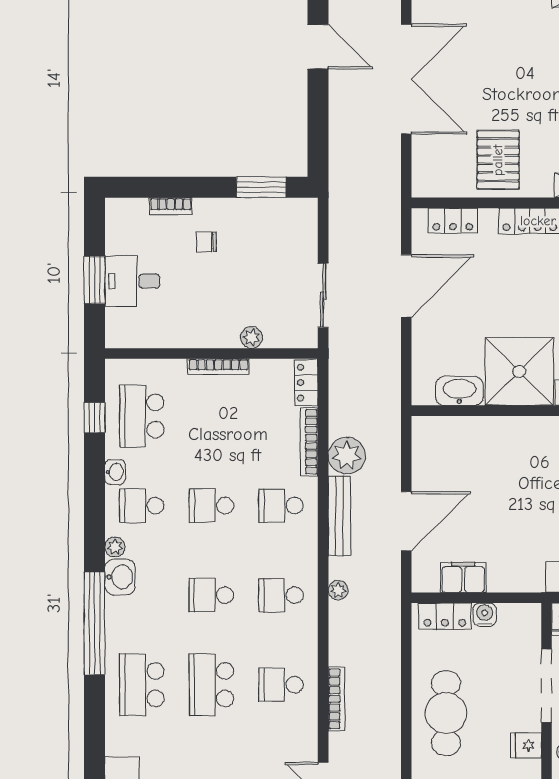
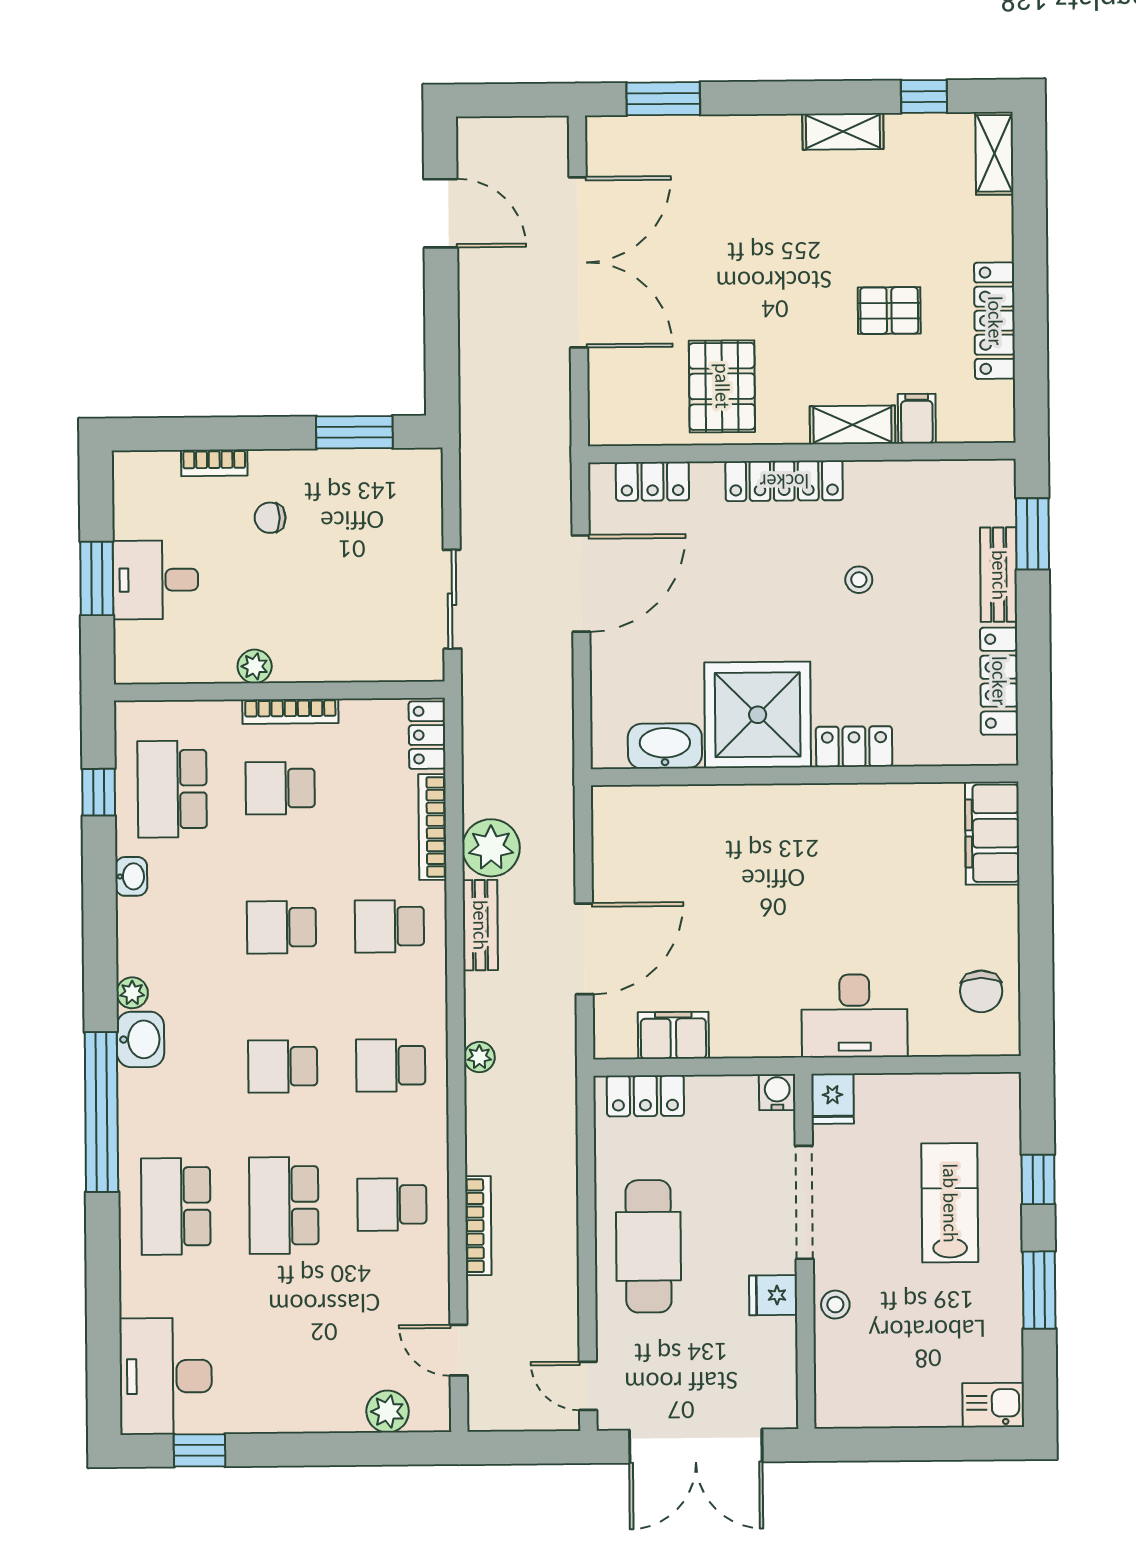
plant: (252, 337) -> (255, 666), moved
school desk: (142, 506) -> (280, 788), moved
bench: (339, 516) -> (480, 925), width x0.73
water cooler: (485, 615) -> (777, 1092), moved

